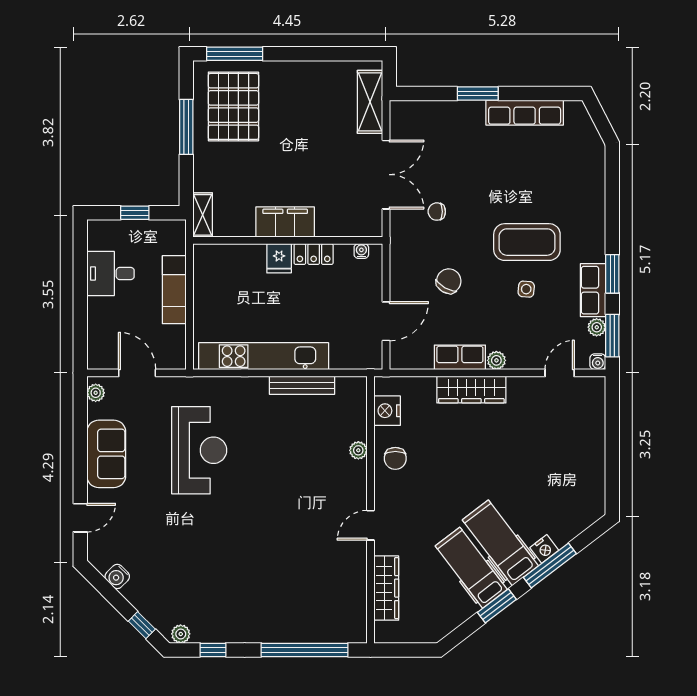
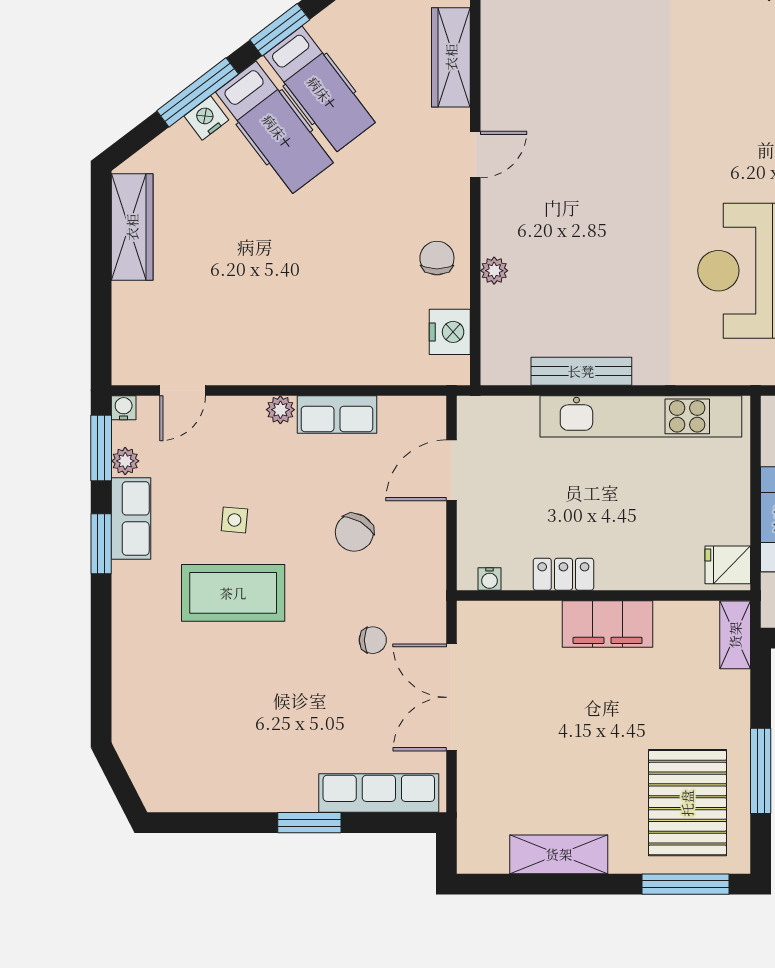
shelving: (370, 102) -> (559, 854), moved, turned 90
row of seats: (525, 113) -> (379, 793), moved
fridge: (279, 258) -> (728, 565), moved, turned -90
wardrobe: (471, 390) -> (132, 227), moved, turned 90

